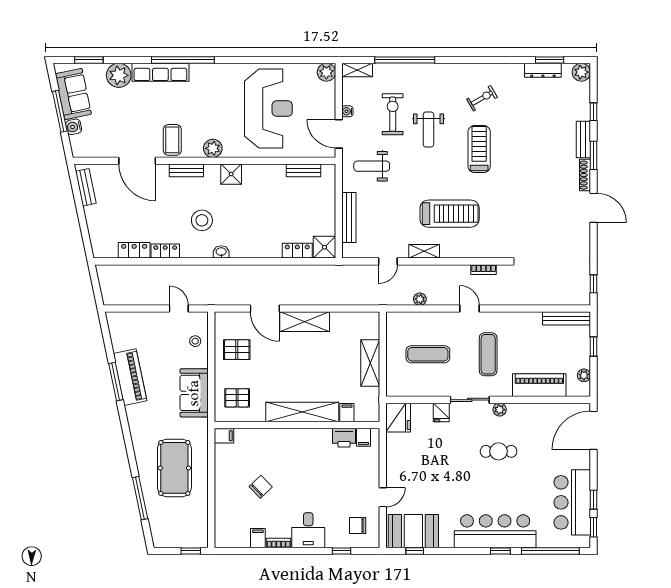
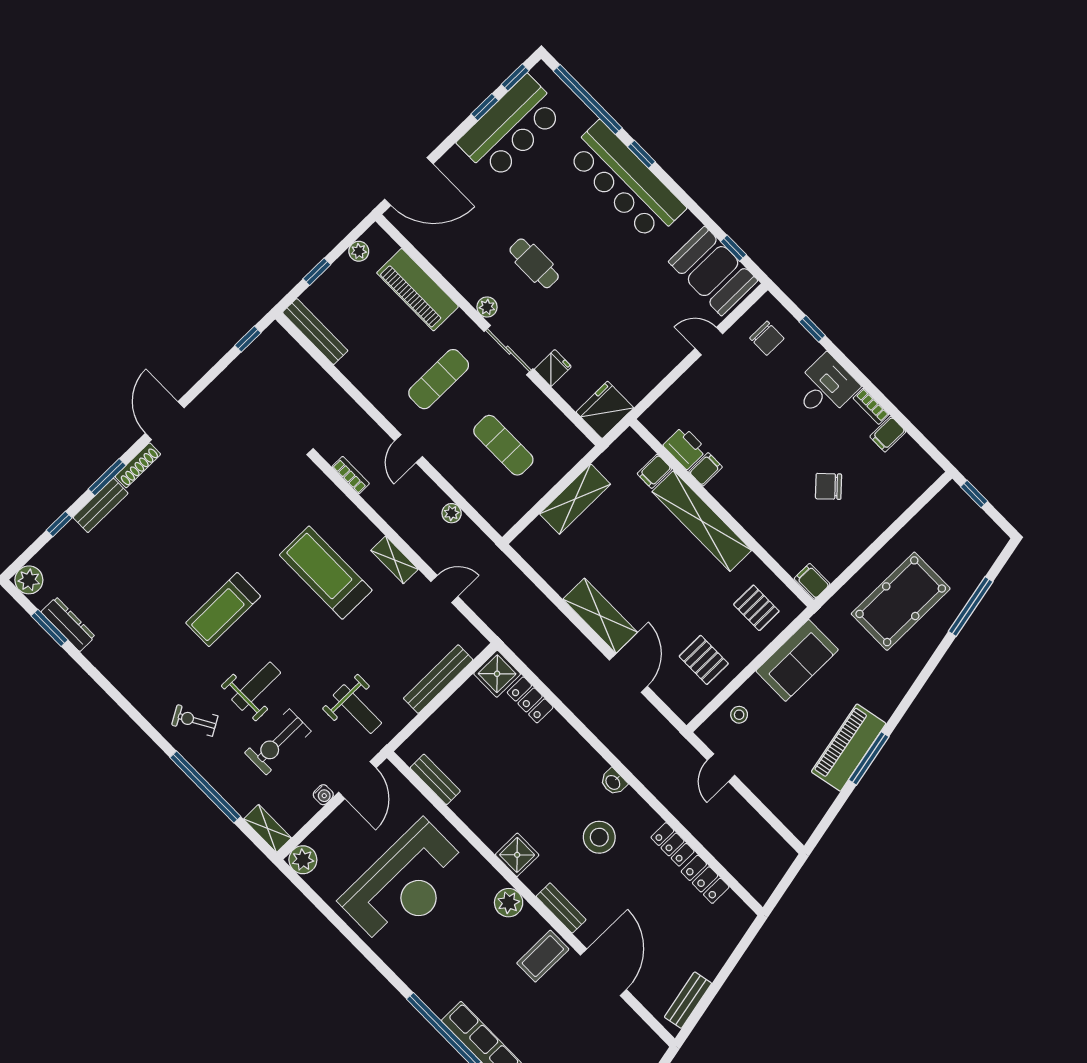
exercise bike: (482, 98) -> (195, 720), moved
reception desk: (268, 109) -> (405, 884), turned 180
filing cabinet: (364, 437) -> (706, 469), moved

